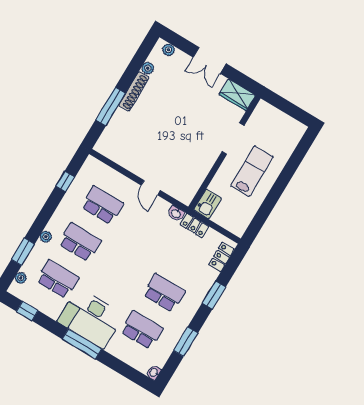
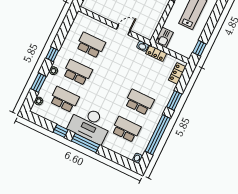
window: (65, 182) -> (52, 54), moved
door: (151, 188) -> (123, 30), swing flipped
window: (257, 224) -> (199, 48), added
window: (27, 311) -> (61, 131), moved
window: (186, 342) -> (158, 135), width x2.11

